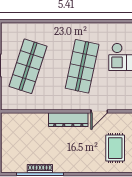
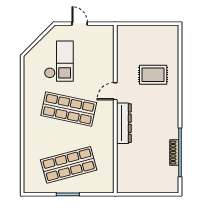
shop shelf: (28, 66) -> (69, 165), turned -33
door: (99, 111) -> (115, 91), swing flipped

